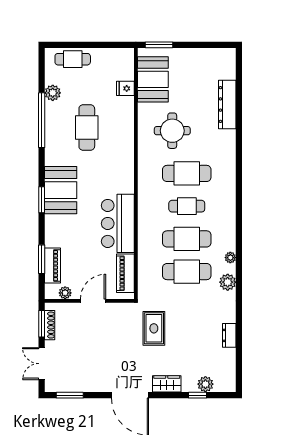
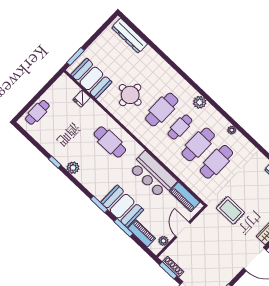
plant: (53, 93) -> (73, 168), moved
dresser: (227, 105) -> (130, 36), moved
window: (42, 120) -> (55, 162), width x0.32
cafe table: (87, 128) -> (110, 142), moved
booth: (61, 190) -> (122, 206), moved
window: (42, 259) -> (124, 228), moved
plant: (228, 282) -> (200, 102), moved

